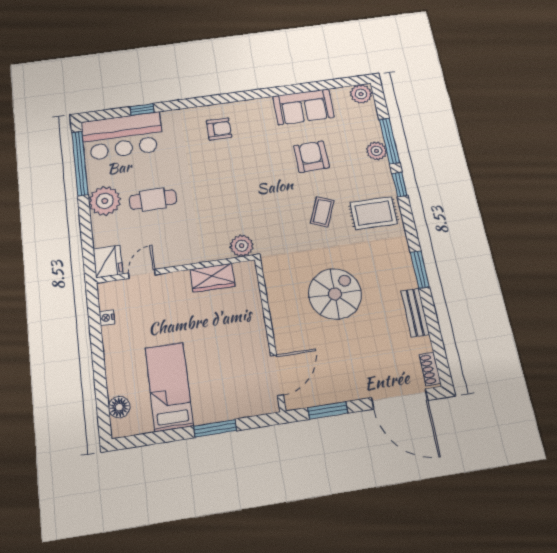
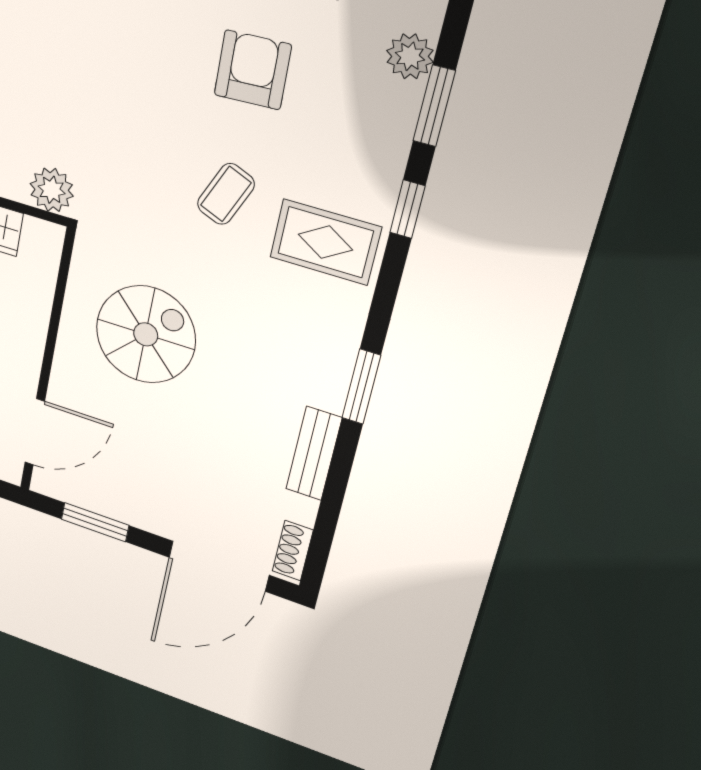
window: (389, 141) -> (434, 106), width x0.69
plant: (376, 151) -> (410, 56), moved
spiral stairs: (335, 294) -> (146, 334), moved
door: (400, 399) -> (219, 566), hinge flipped

